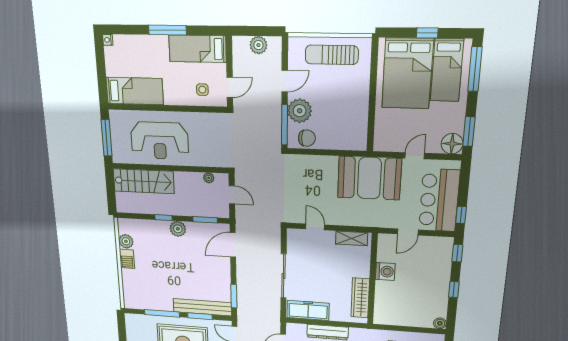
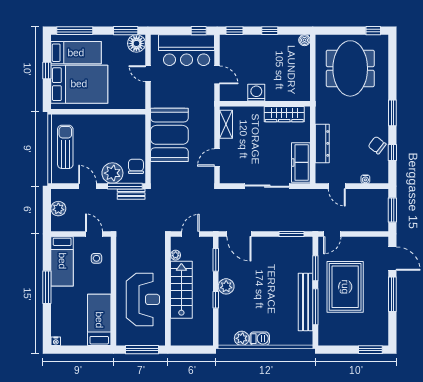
sun lounger: (332, 55) -> (65, 147), turned 180
bench: (275, 132) -> (131, 194), added
booth: (369, 178) -> (169, 135), moved
stairs: (144, 181) -> (181, 290), moved
bench: (202, 307) -> (306, 302), moved

